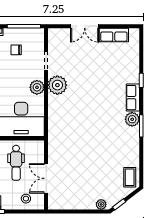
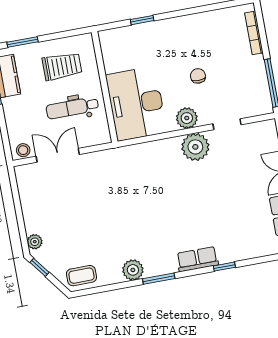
chair: (16, 50) -> (198, 76), moved
plant: (132, 119) -> (133, 270), moved
stool: (26, 199) -> (23, 150), moved

